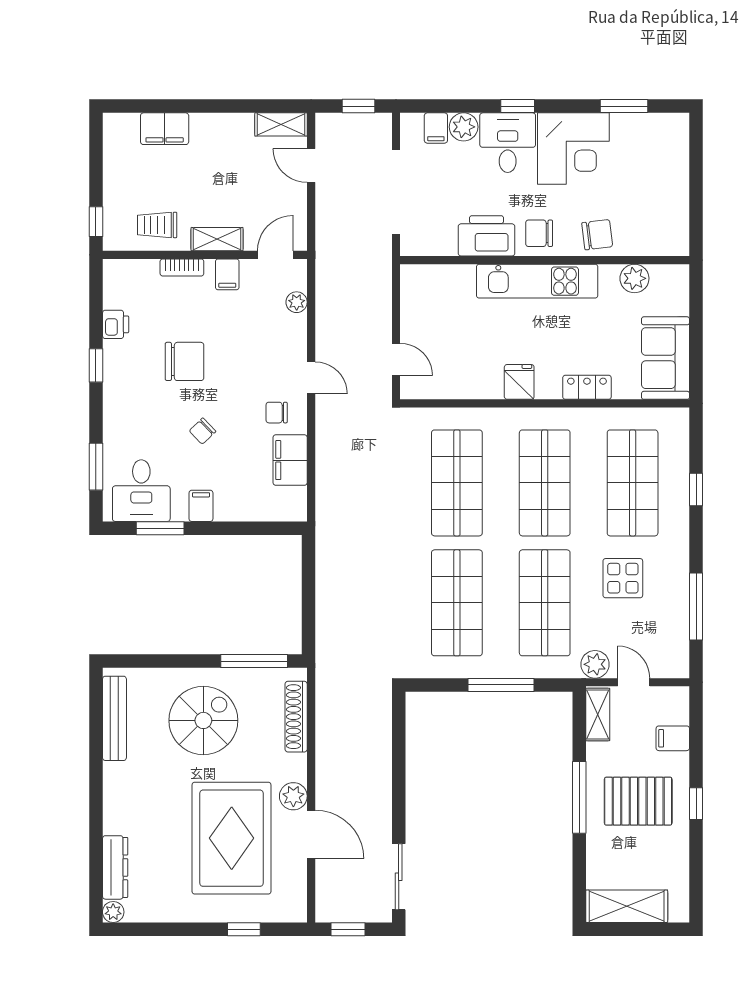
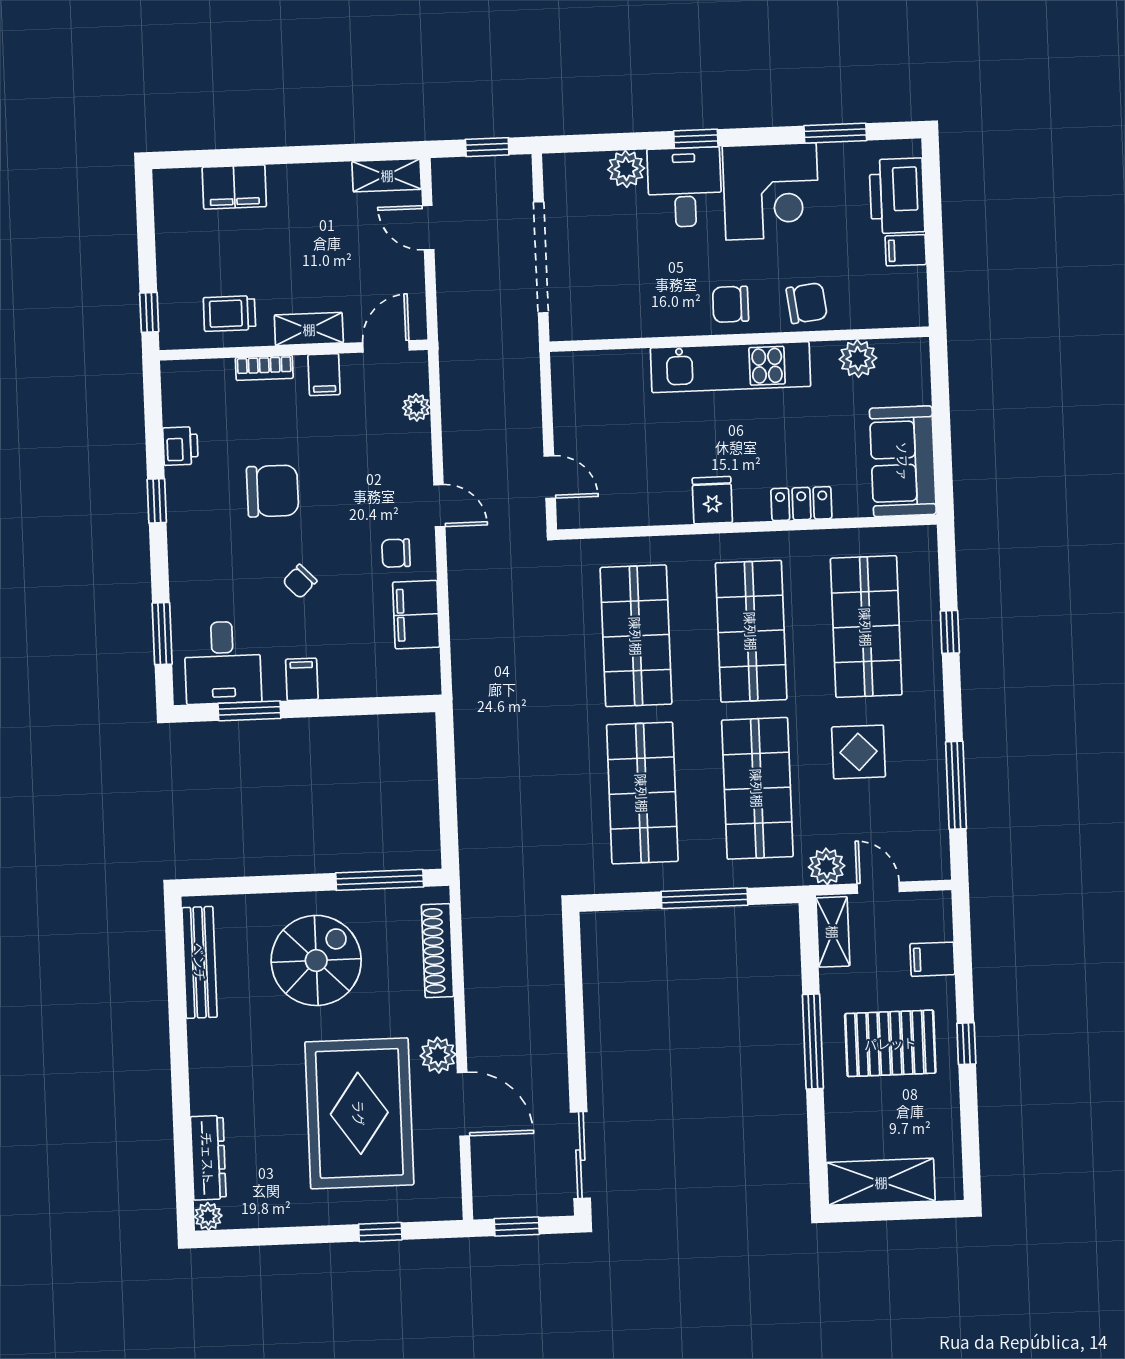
filing cabinet: (436, 128) -> (906, 250), moved, turned 90
printer: (487, 236) -> (897, 196), moved, turned -90

